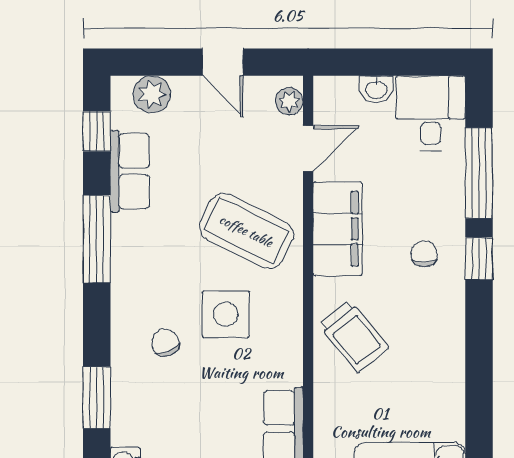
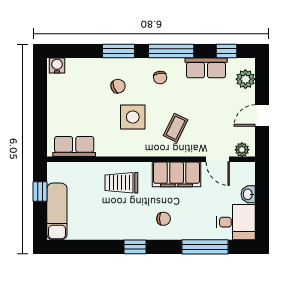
coffee table: (246, 231) -> (176, 128), width x0.54, depth x0.58
window: (479, 259) -> (135, 247), moved
chair: (149, 261) -> (160, 77), added
trolley: (354, 336) -> (121, 183), turned 39
window: (97, 398) -> (118, 51), moved

